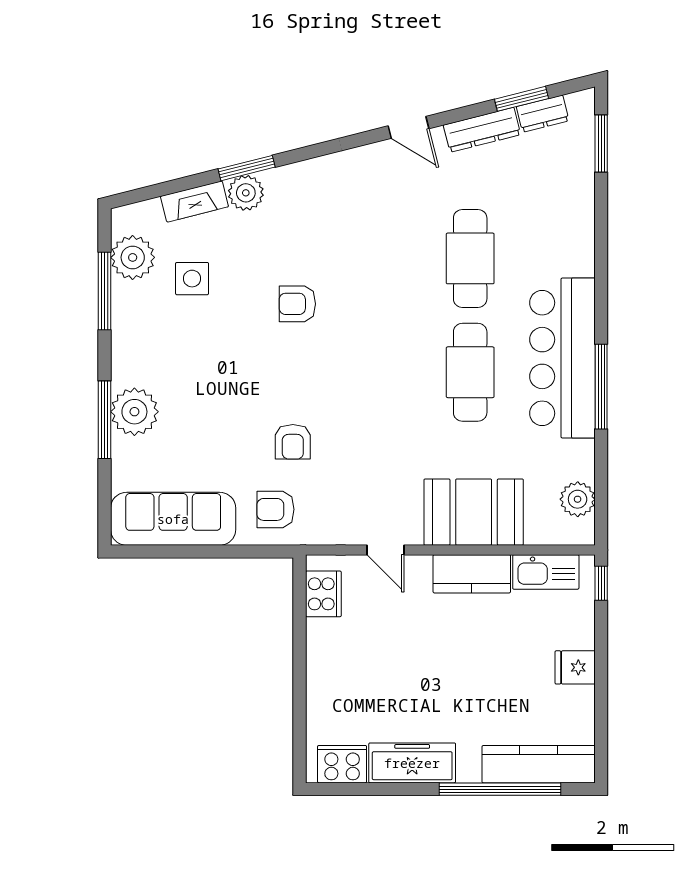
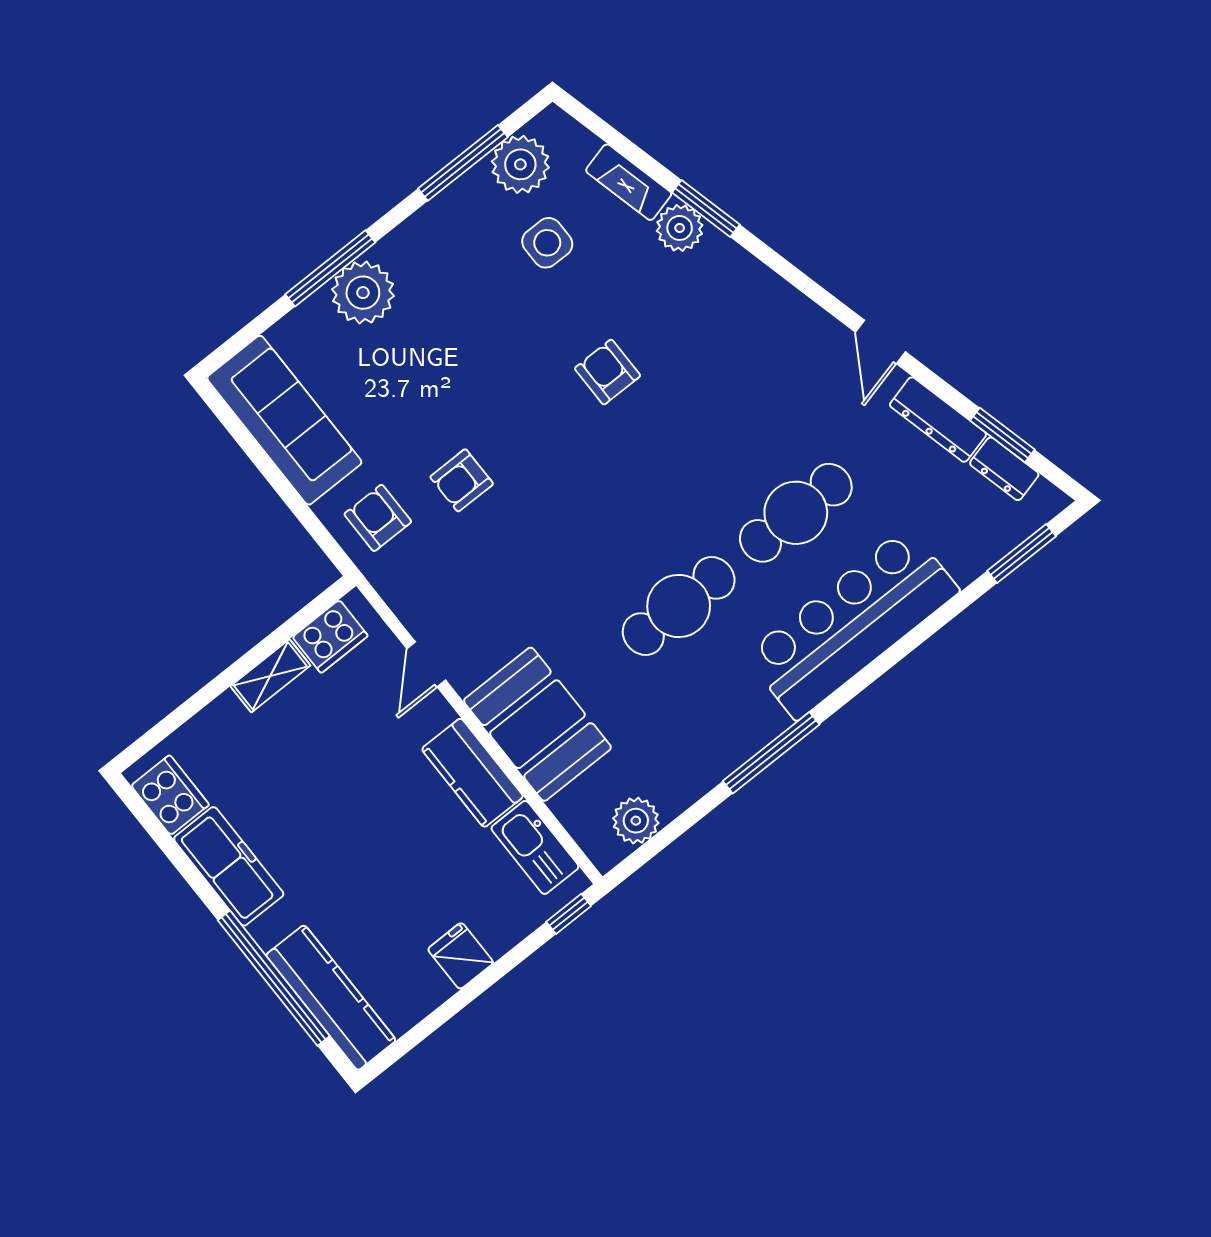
bar counter: (562, 358) -> (852, 623), moved
shelving: (319, 648) -> (270, 676), added

